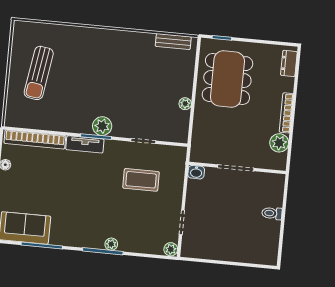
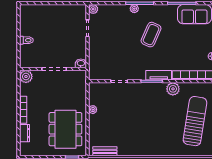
dresser: (289, 63) -> (24, 133), moved
sun lounger: (39, 73) -> (195, 121), width x1.36, depth x1.34
plant: (102, 126) -> (173, 89), moved
plant: (279, 143) -> (26, 76), moved
coffee table: (141, 180) -> (151, 35), moved, turned -66

